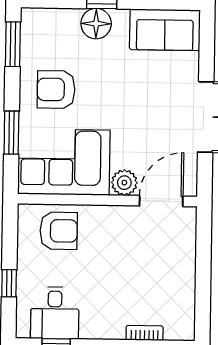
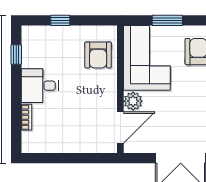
door: (161, 201) -> (120, 127), hinge flipped
desk: (55, 313) -> (40, 86), moved

